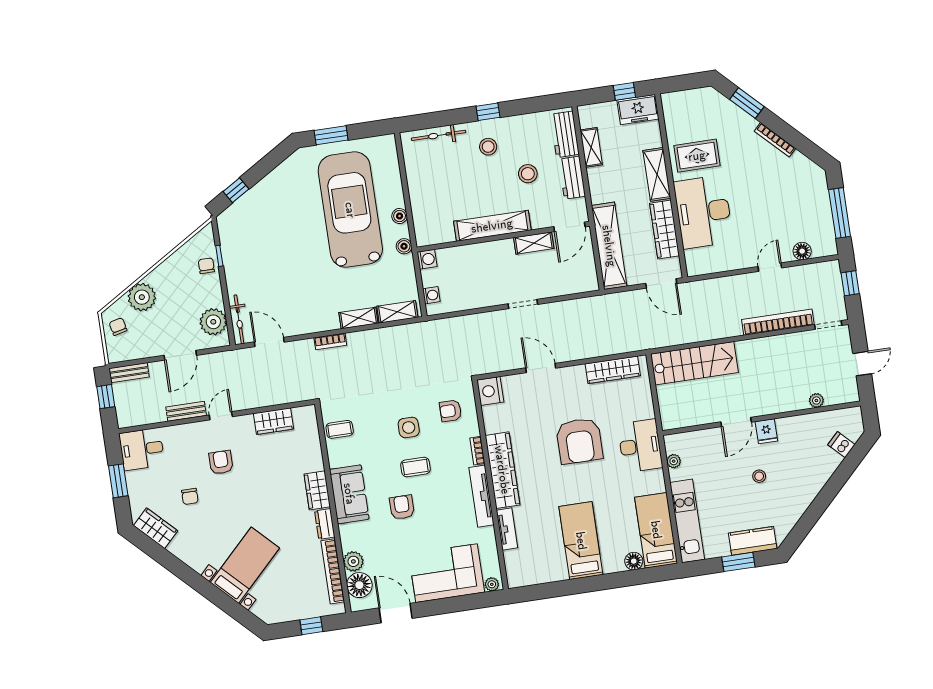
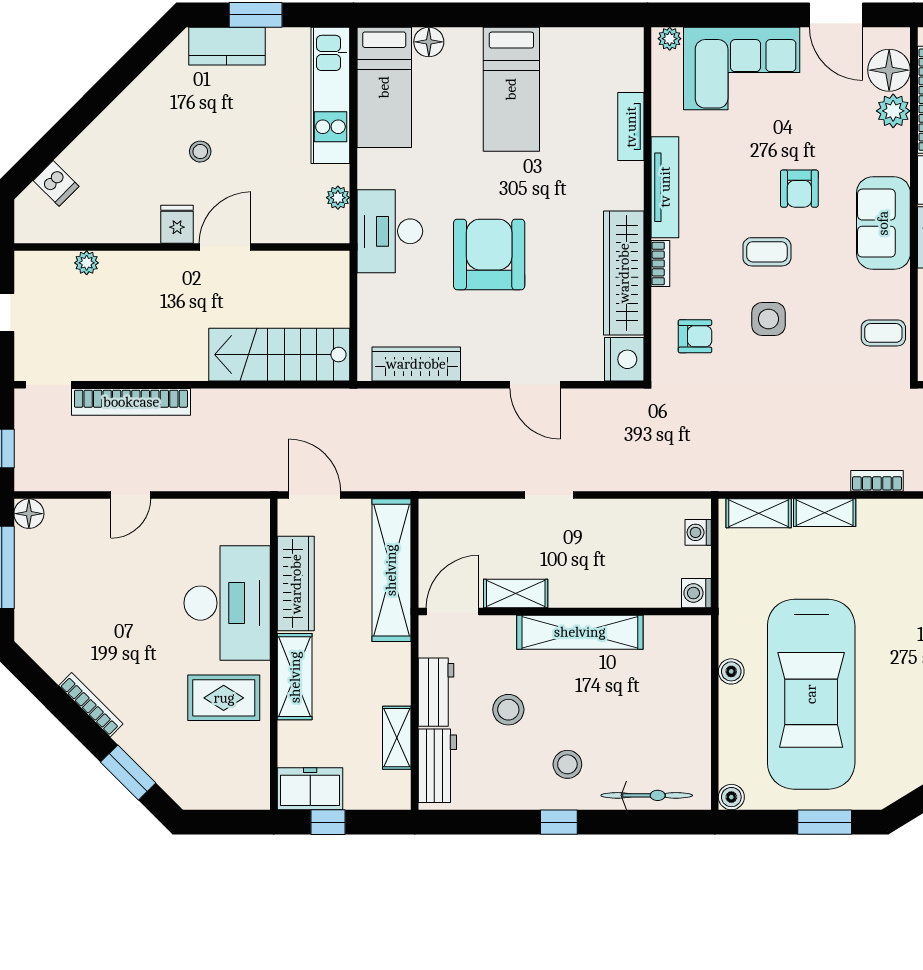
boiler: (404, 246) -> (731, 797), moved
floor lamp: (802, 251) -> (29, 514), moved
wardrobe: (502, 470) -> (624, 273), moved

